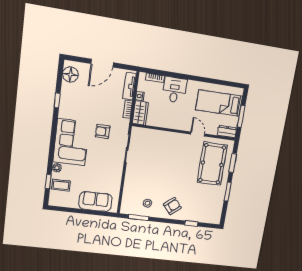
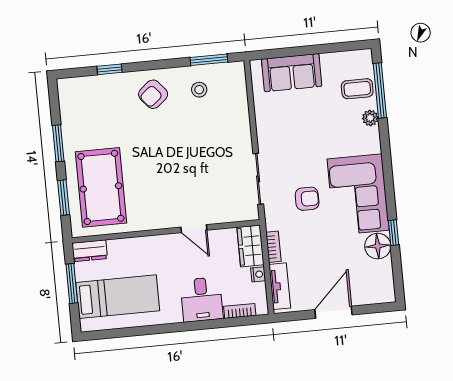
floor lamp: (70, 74) -> (378, 246), moved
door: (198, 134) -> (194, 229), moved
corner sofa: (71, 142) -> (358, 195), moved
window: (48, 182) -> (380, 91), width x2.17

